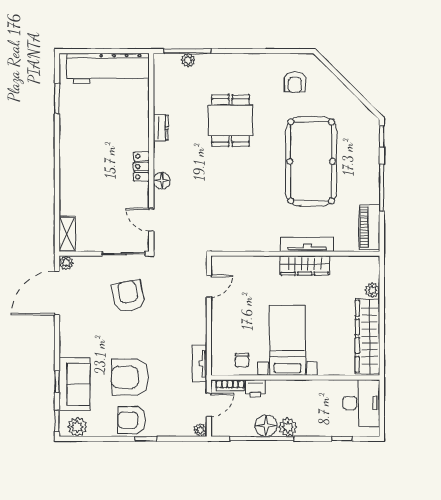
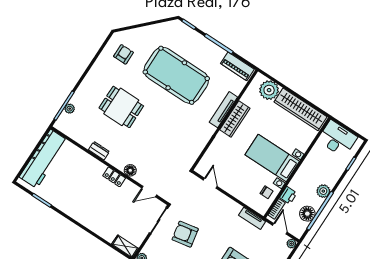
armchair: (295, 82) -> (123, 54), turned -90
plant: (372, 290) -> (269, 90), width x1.88, depth x1.88
floor lamp: (266, 426) -> (307, 214), moved

